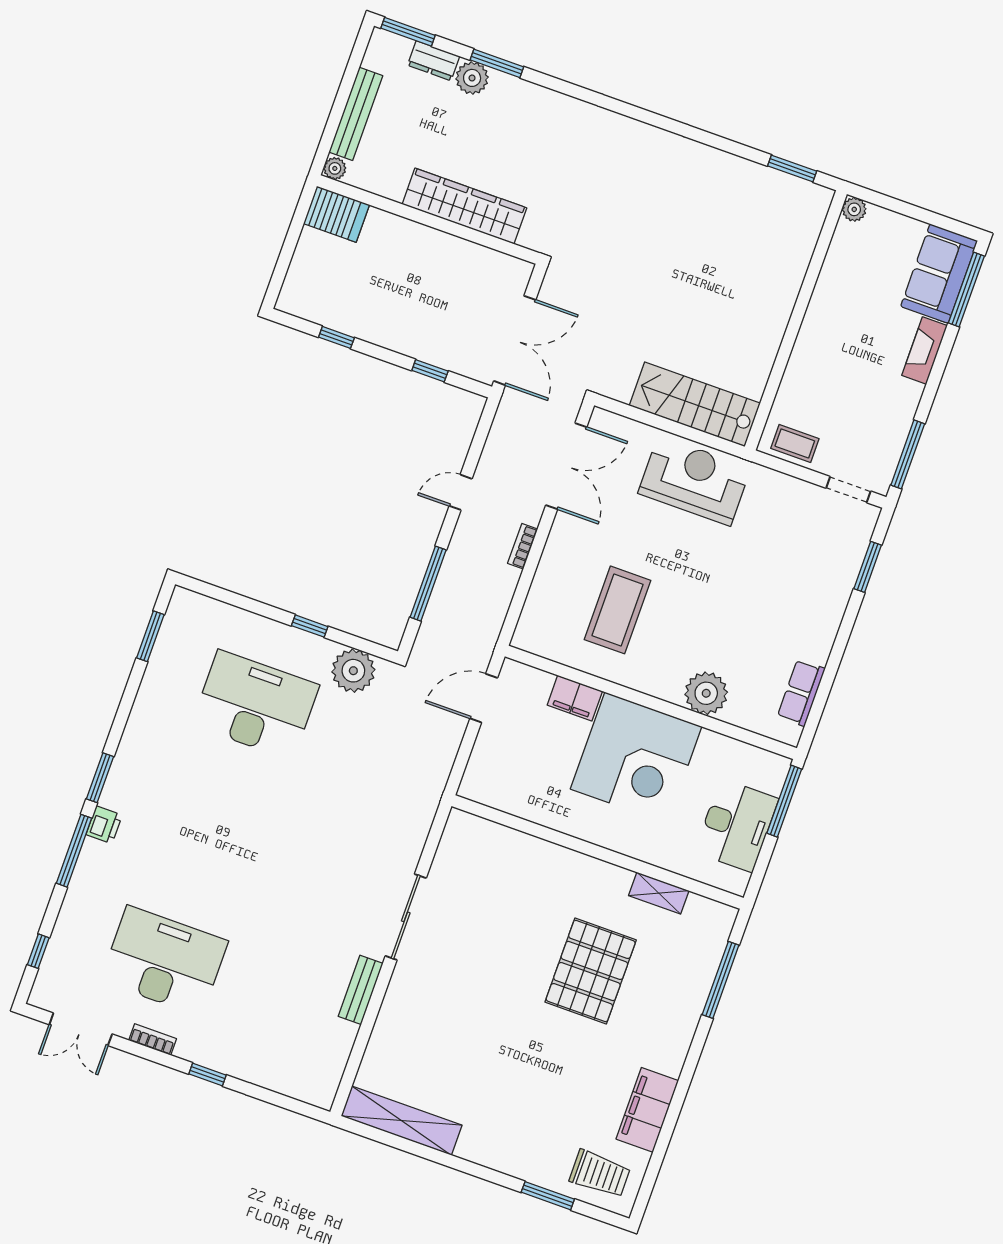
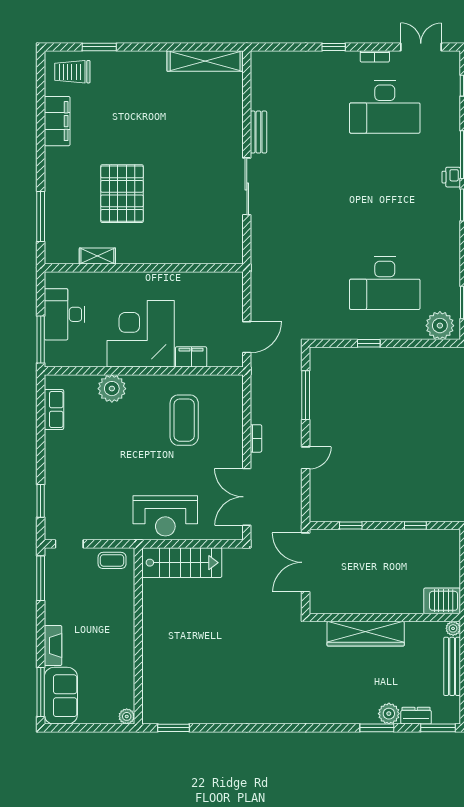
plant: (353, 671) -> (440, 326), moved

